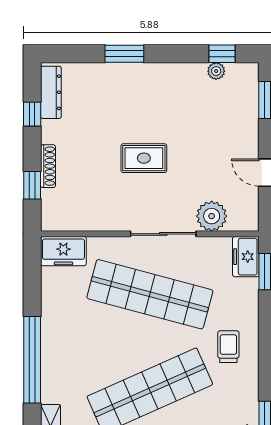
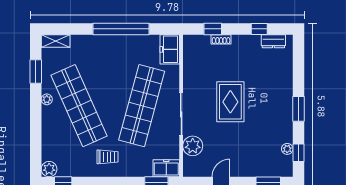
window: (124, 54) -> (298, 109), moved
dresser: (51, 92) -> (273, 41), width x0.70
rug: (144, 158) -> (230, 102), width x1.36, depth x1.43
shoe rack: (48, 166) -> (221, 39), width x0.70
window: (32, 360) -> (121, 29), moved

